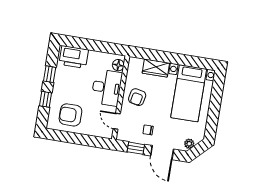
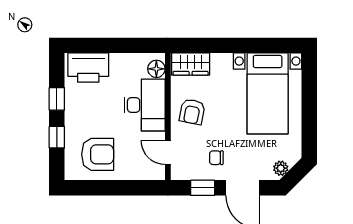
wardrobe: (156, 68) -> (191, 64), moved
armchair: (70, 115) -> (98, 154), turned 180

